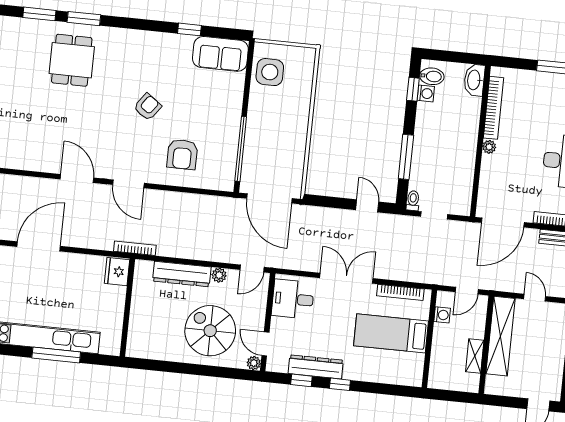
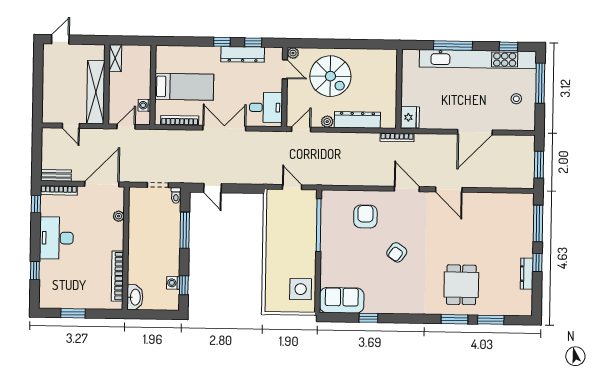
bidet: (432, 76) -> (169, 297), removed
plant: (489, 147) -> (119, 216), moved
door: (269, 198) -> (292, 187), width x0.53
double door: (346, 278) -> (224, 128), swing flipped
shelving: (475, 356) -> (115, 58), moved

